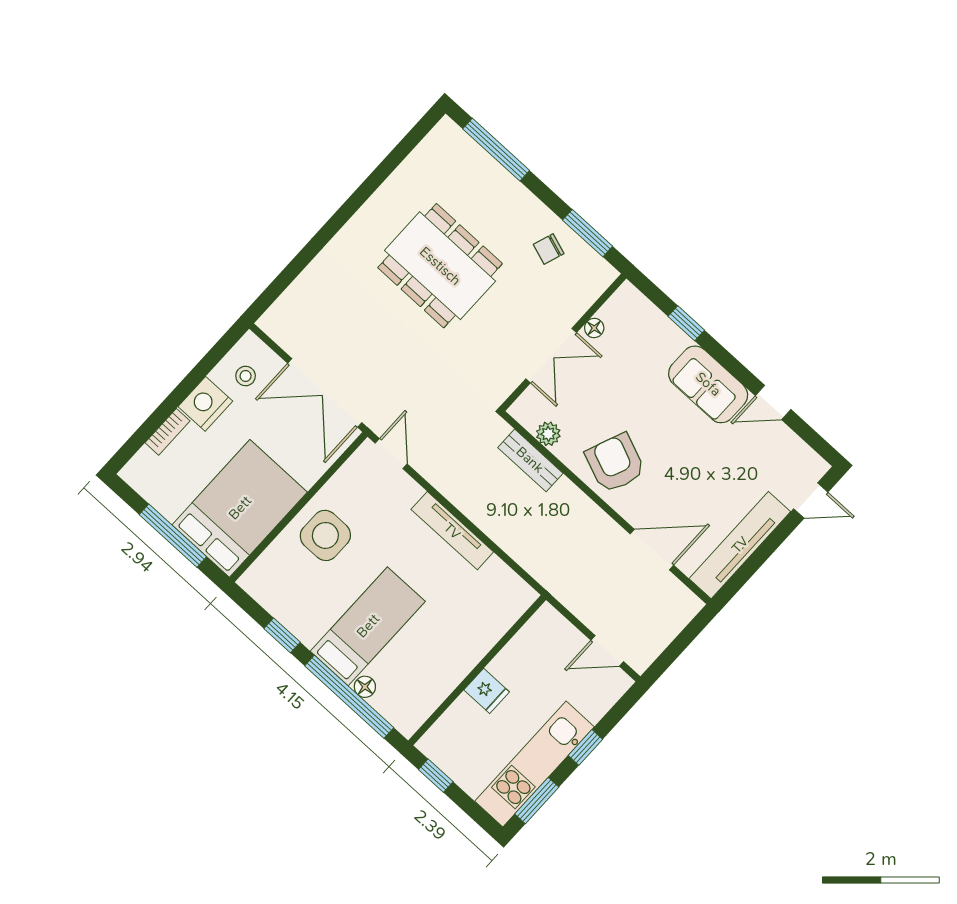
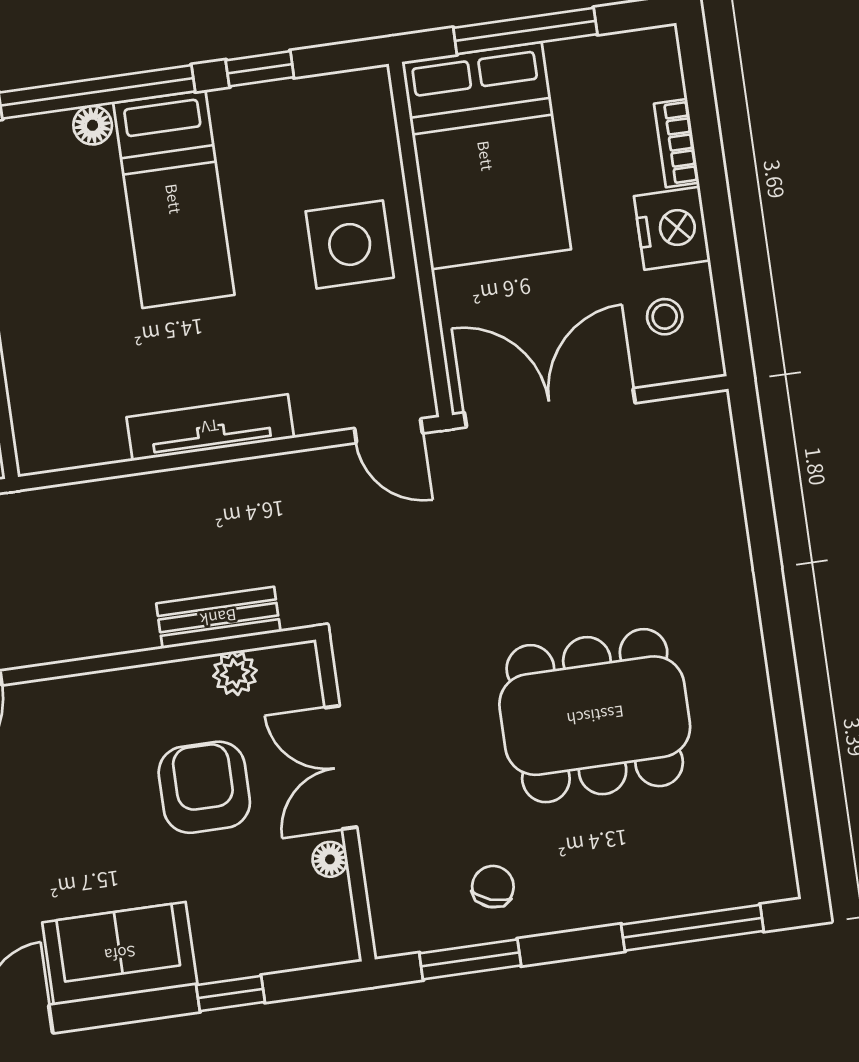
armchair: (615, 463) -> (204, 787), moved, turned -112

